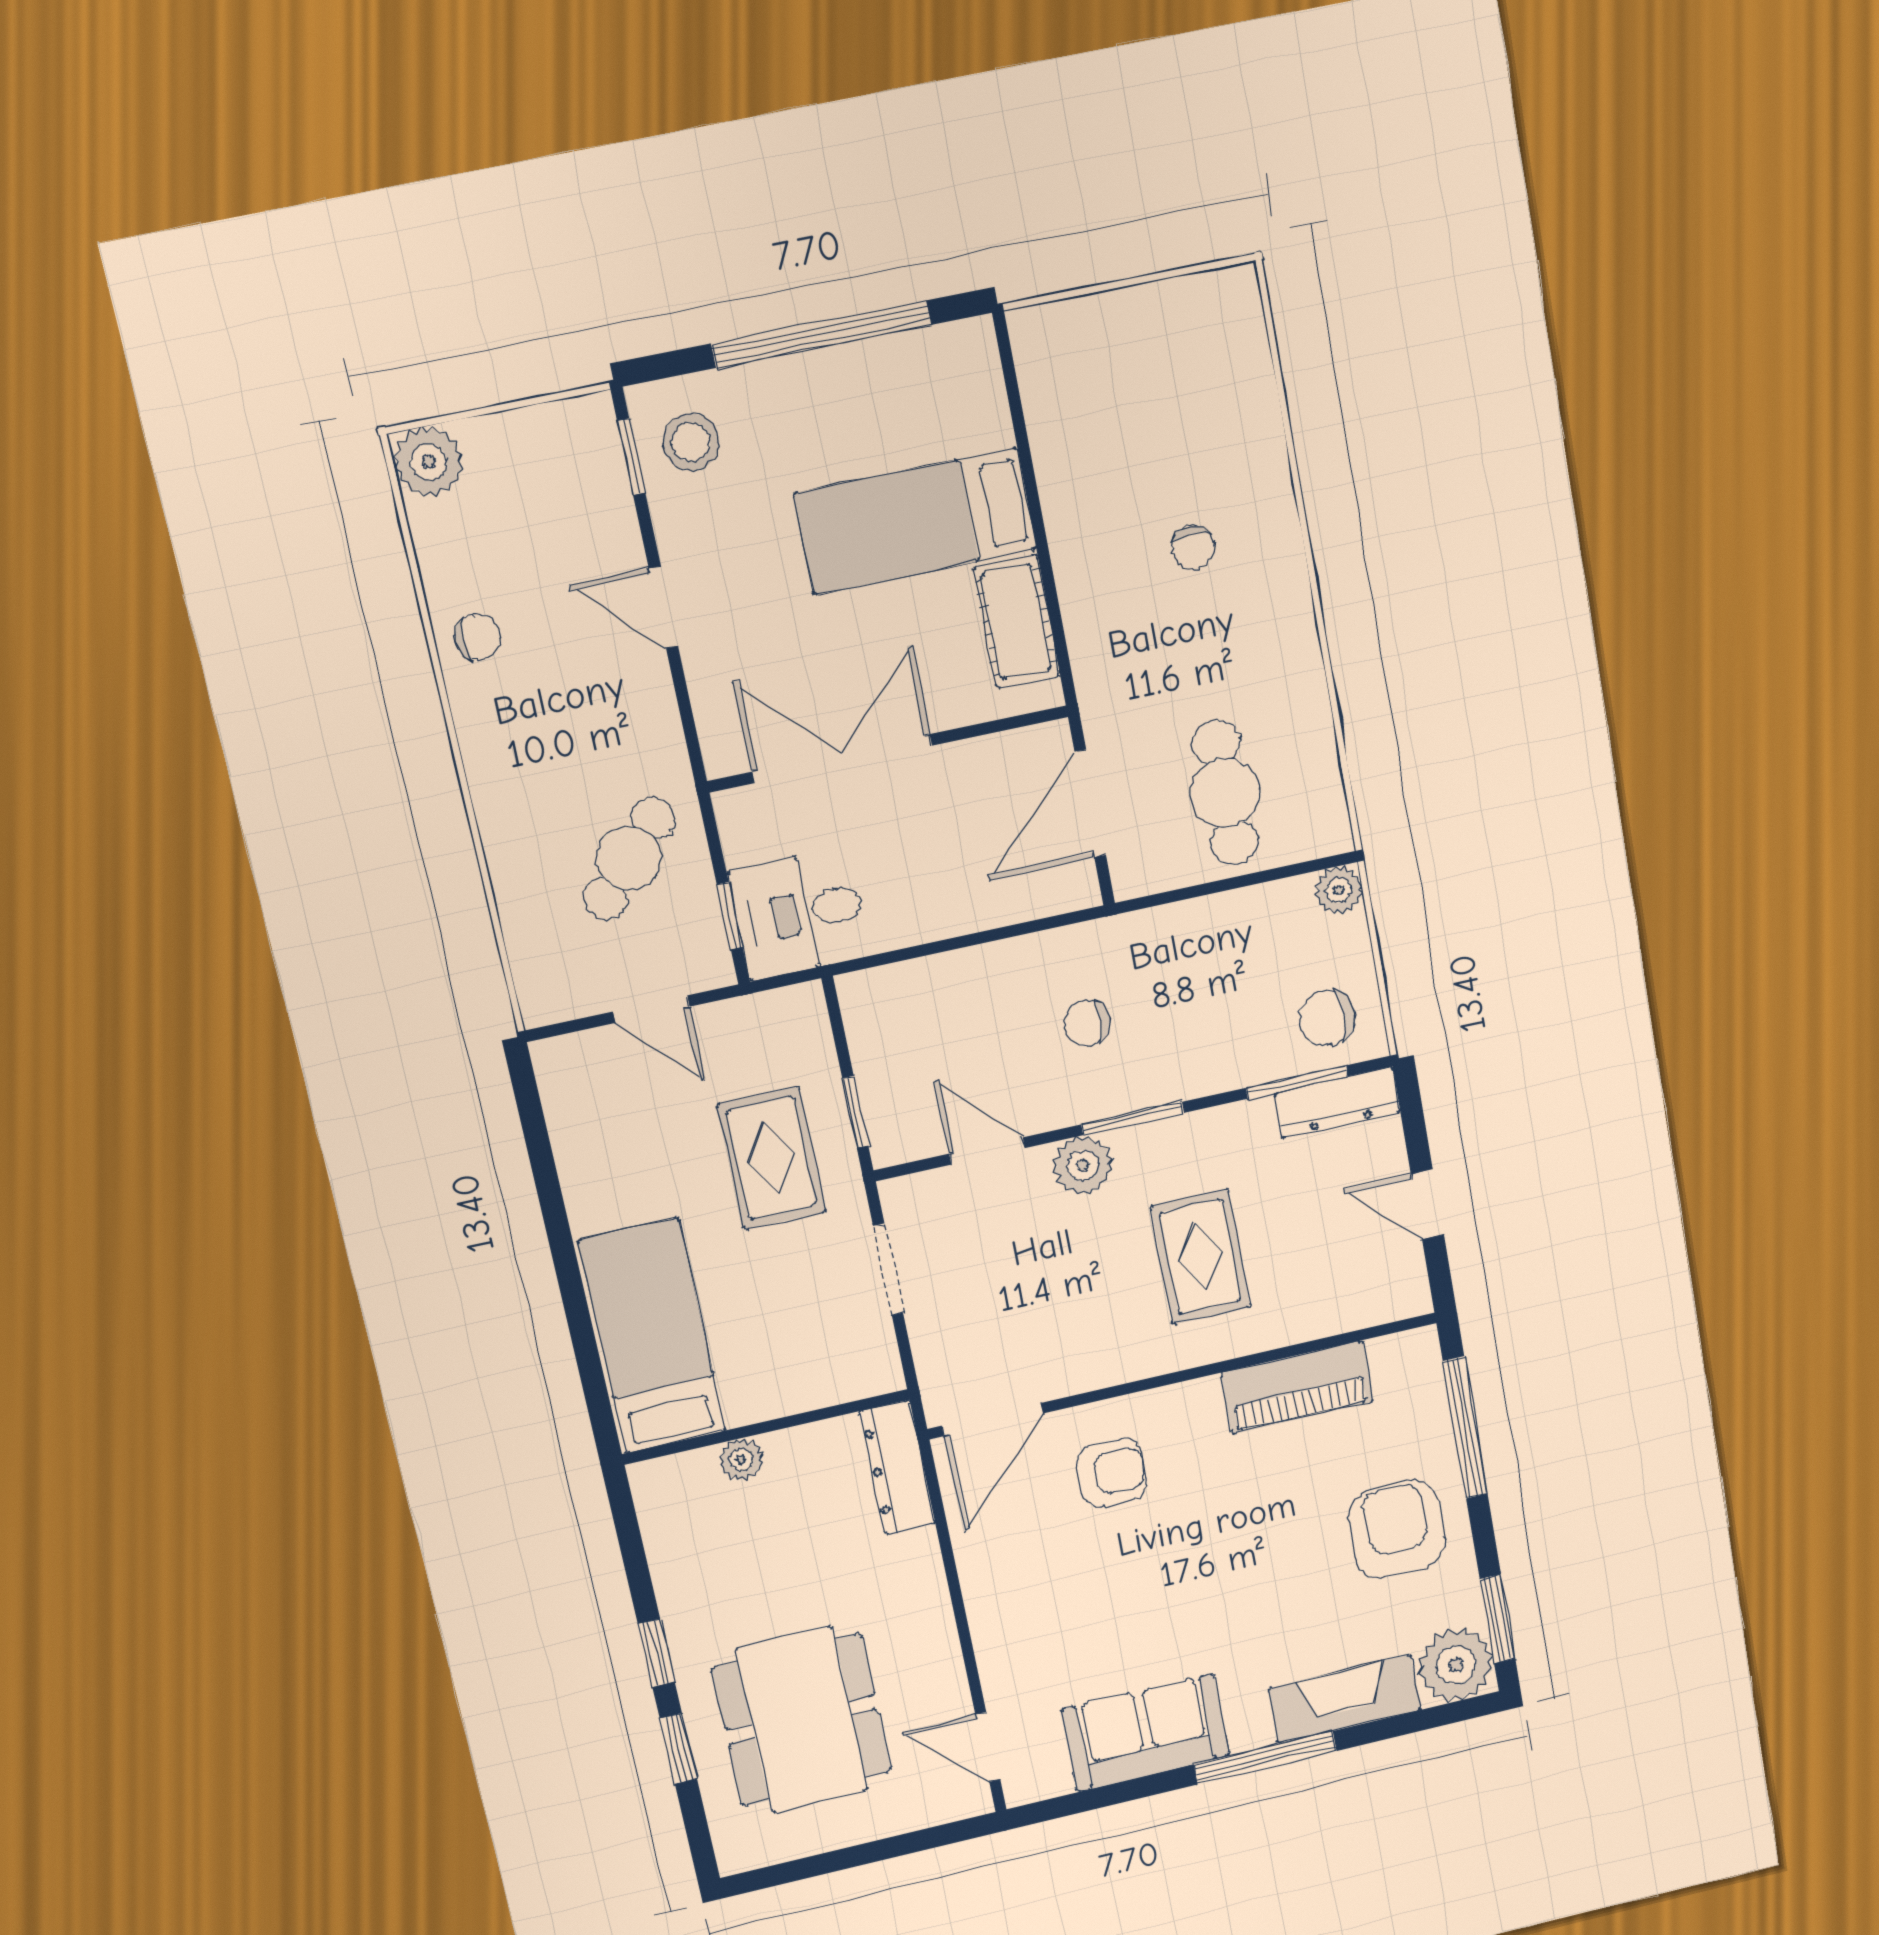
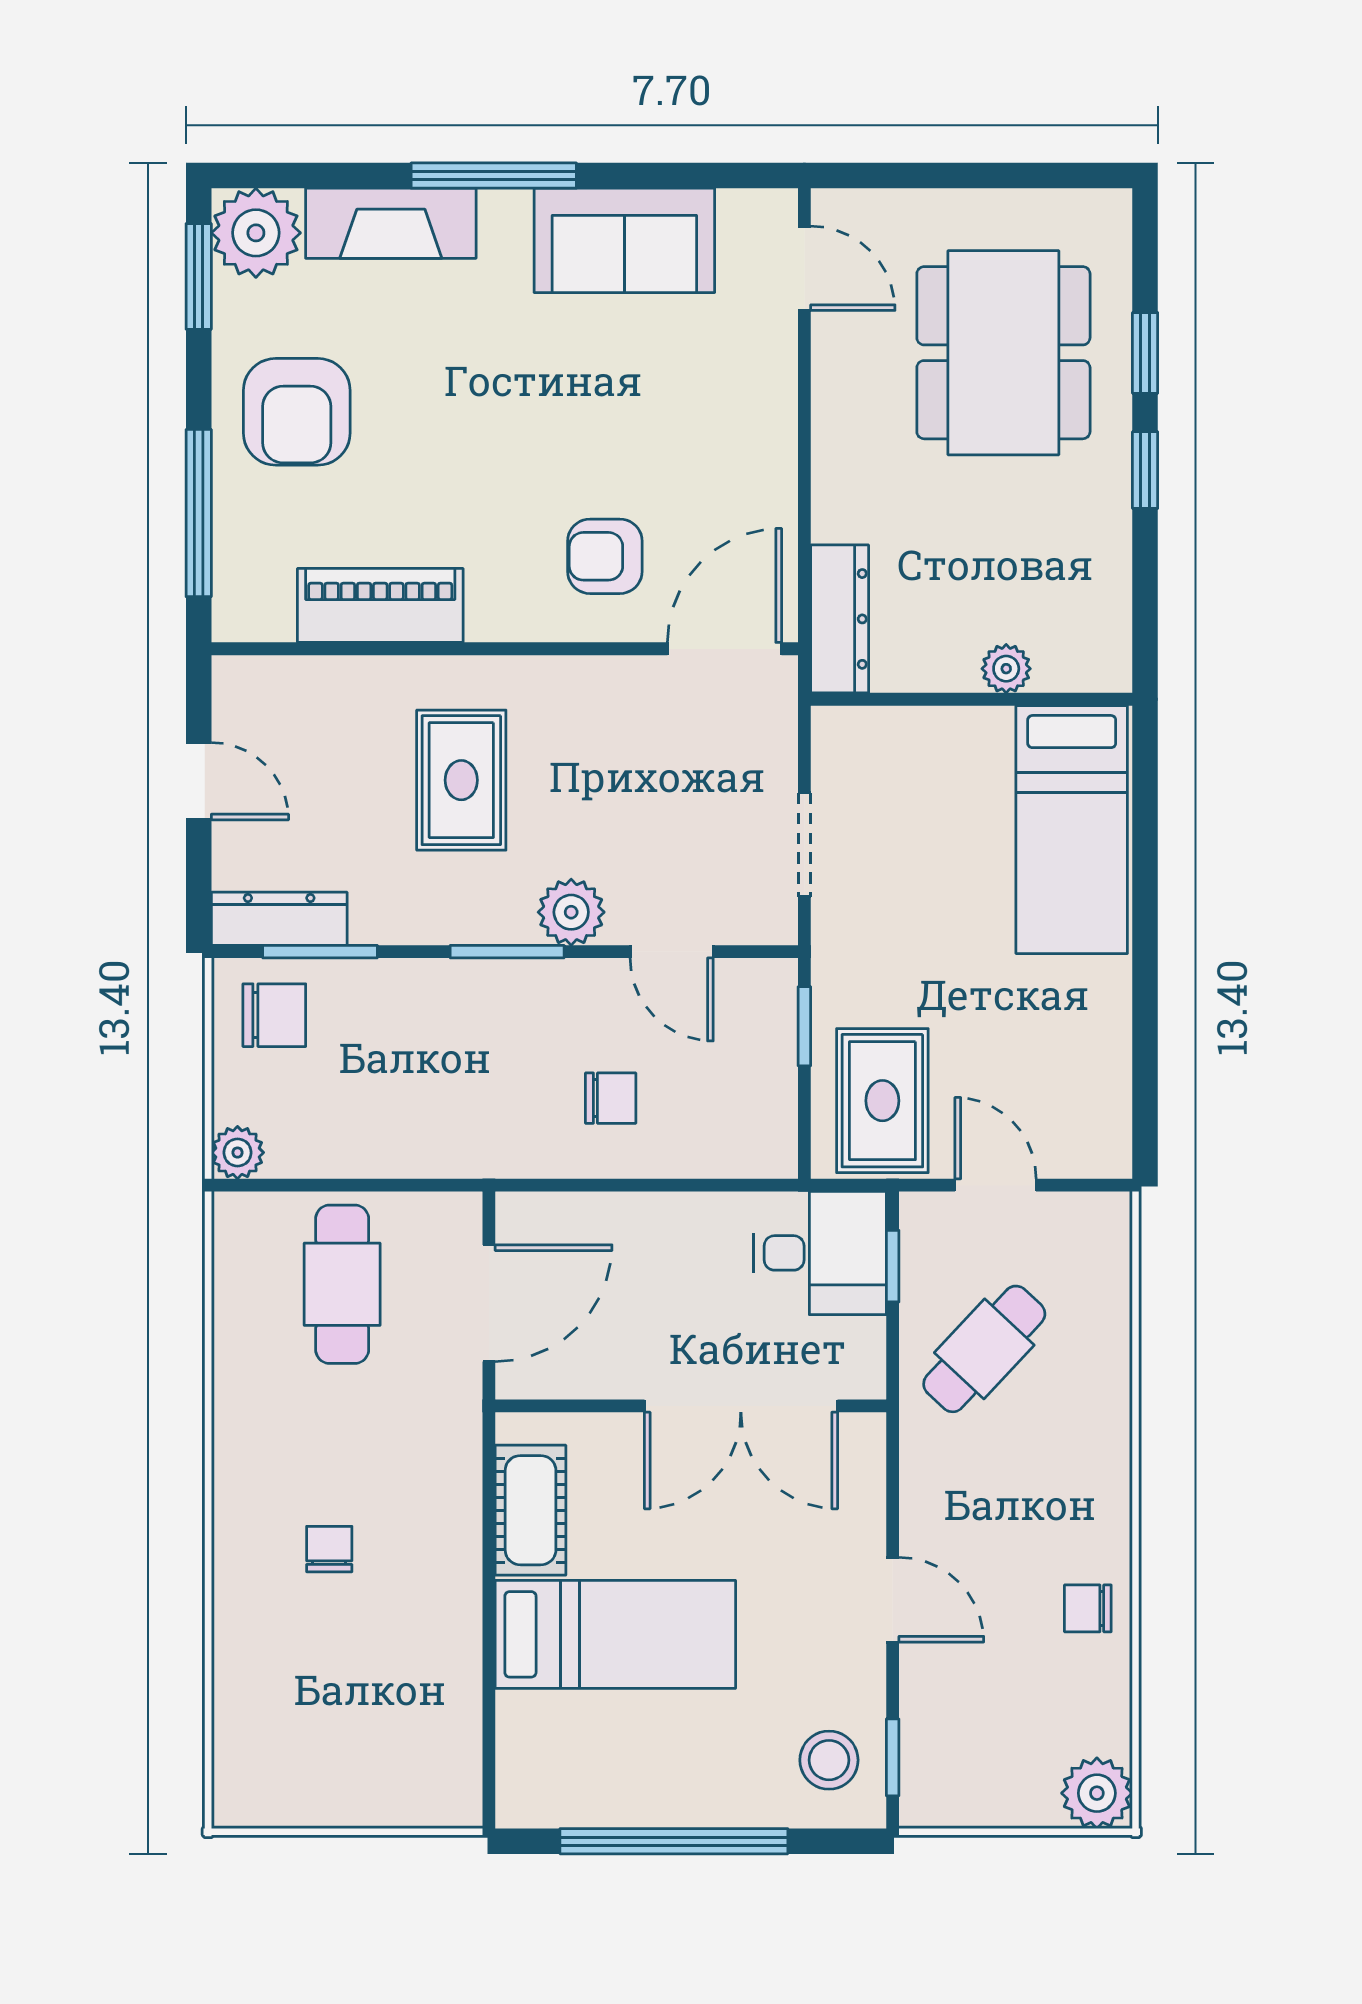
chair: (1087, 1023) -> (611, 1098), moved
rug: (771, 1158) -> (882, 1101), moved

